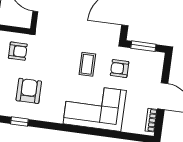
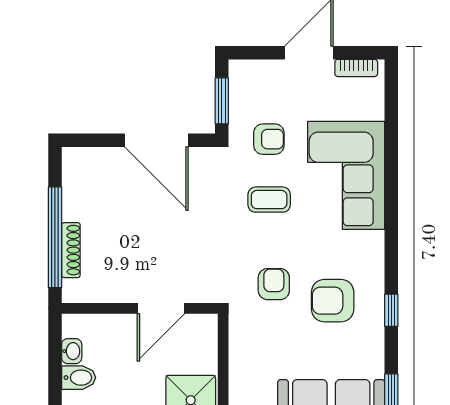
armchair: (18, 51) -> (274, 284), moved
armchair: (120, 69) -> (269, 139), turned -90

